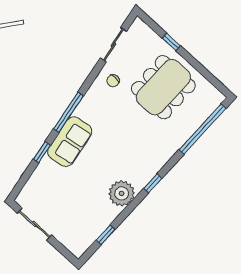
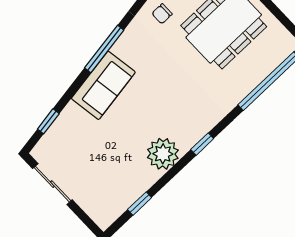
window: (42, 152) -> (48, 121), moved

